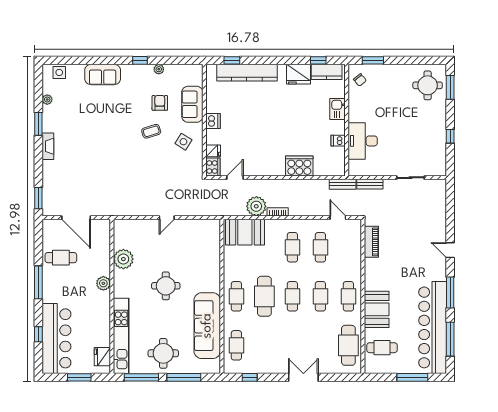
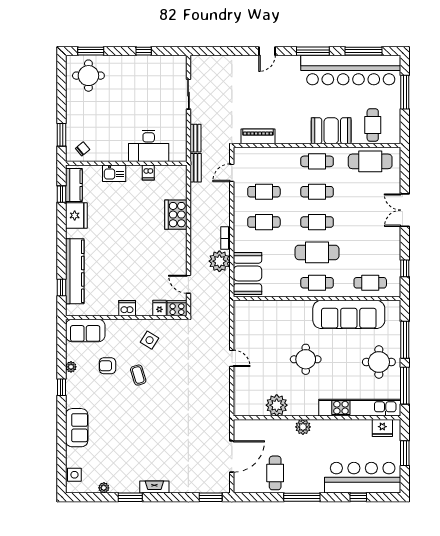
sofa: (192, 104) -> (85, 330), moved

